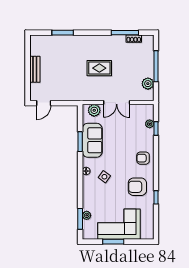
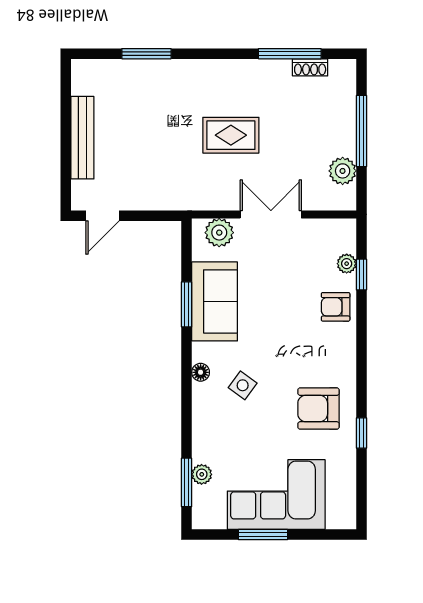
bench: (35, 69) -> (82, 138), width x1.36
double door: (117, 102) -> (271, 214), swing flipped
armchair: (143, 158) -> (336, 307), moved

